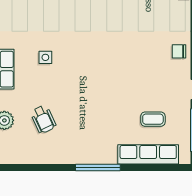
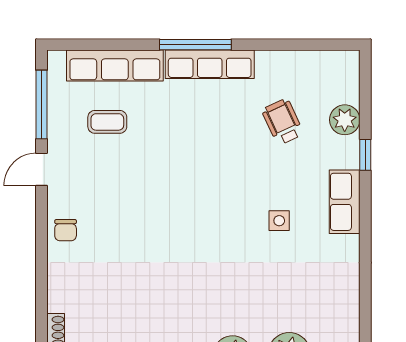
chair: (179, 51) -> (66, 230), turned 90
row of seats: (89, 155) -> (210, 64), added

